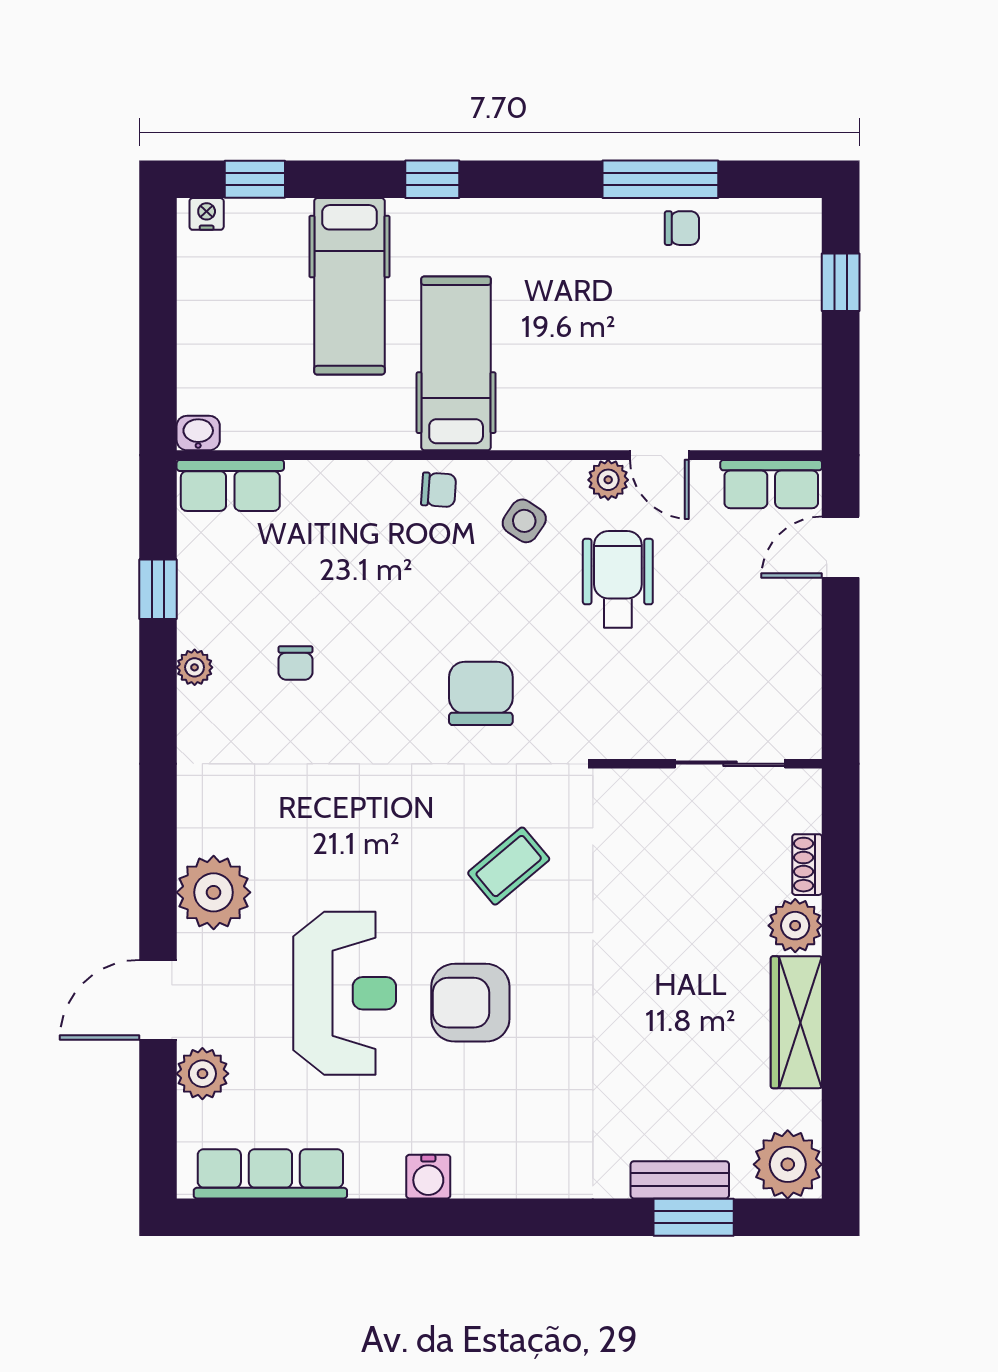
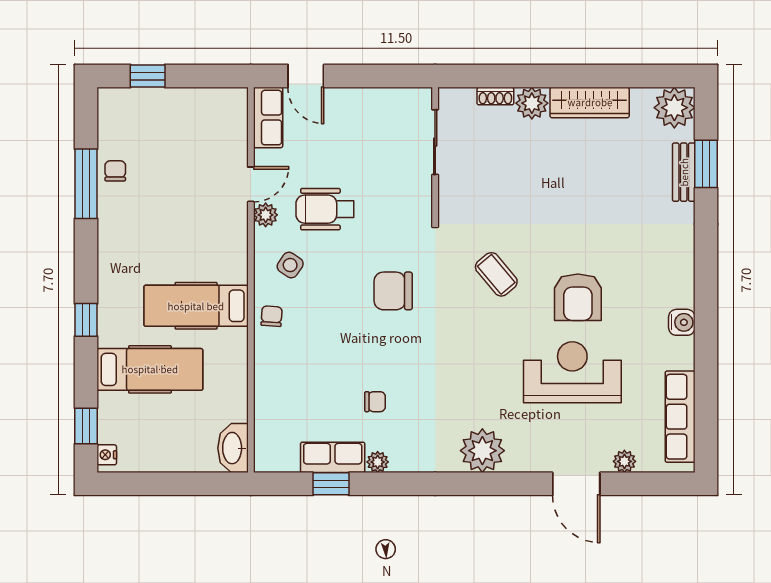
washbasin: (198, 433) -> (233, 448), width x1.91, depth x1.45
row of seats: (230, 485) -> (333, 457), moved, turned -90
plant: (214, 892) -> (482, 451), moved
plant: (202, 1074) -> (624, 461), width x0.73, depth x0.73

